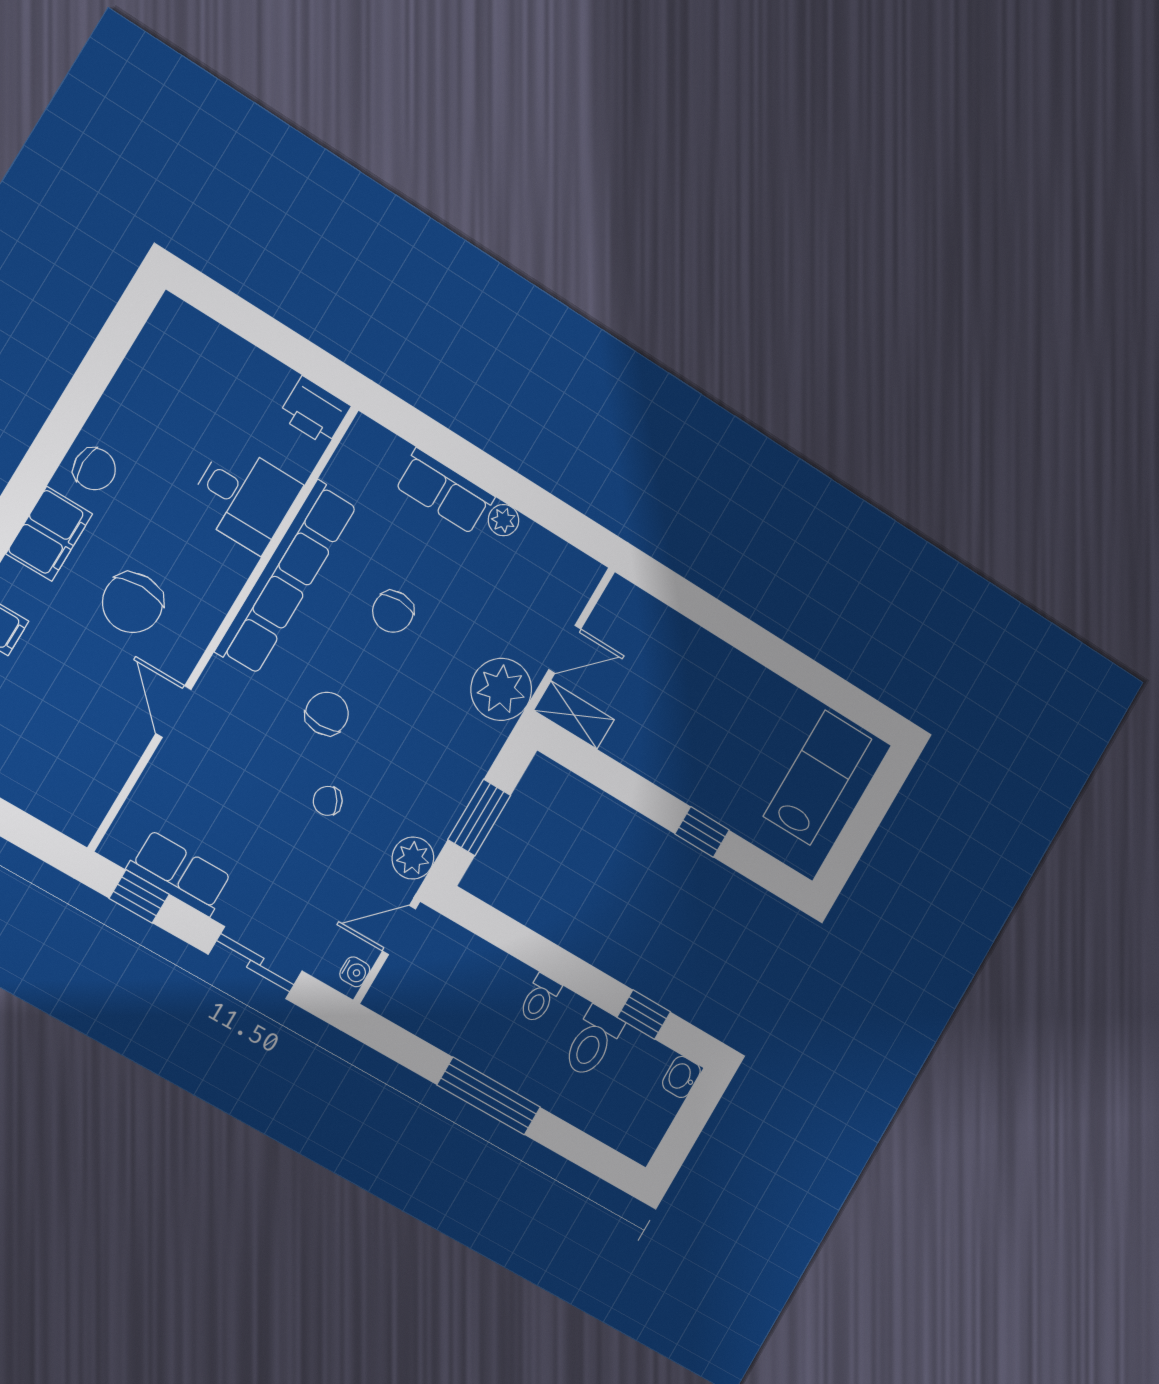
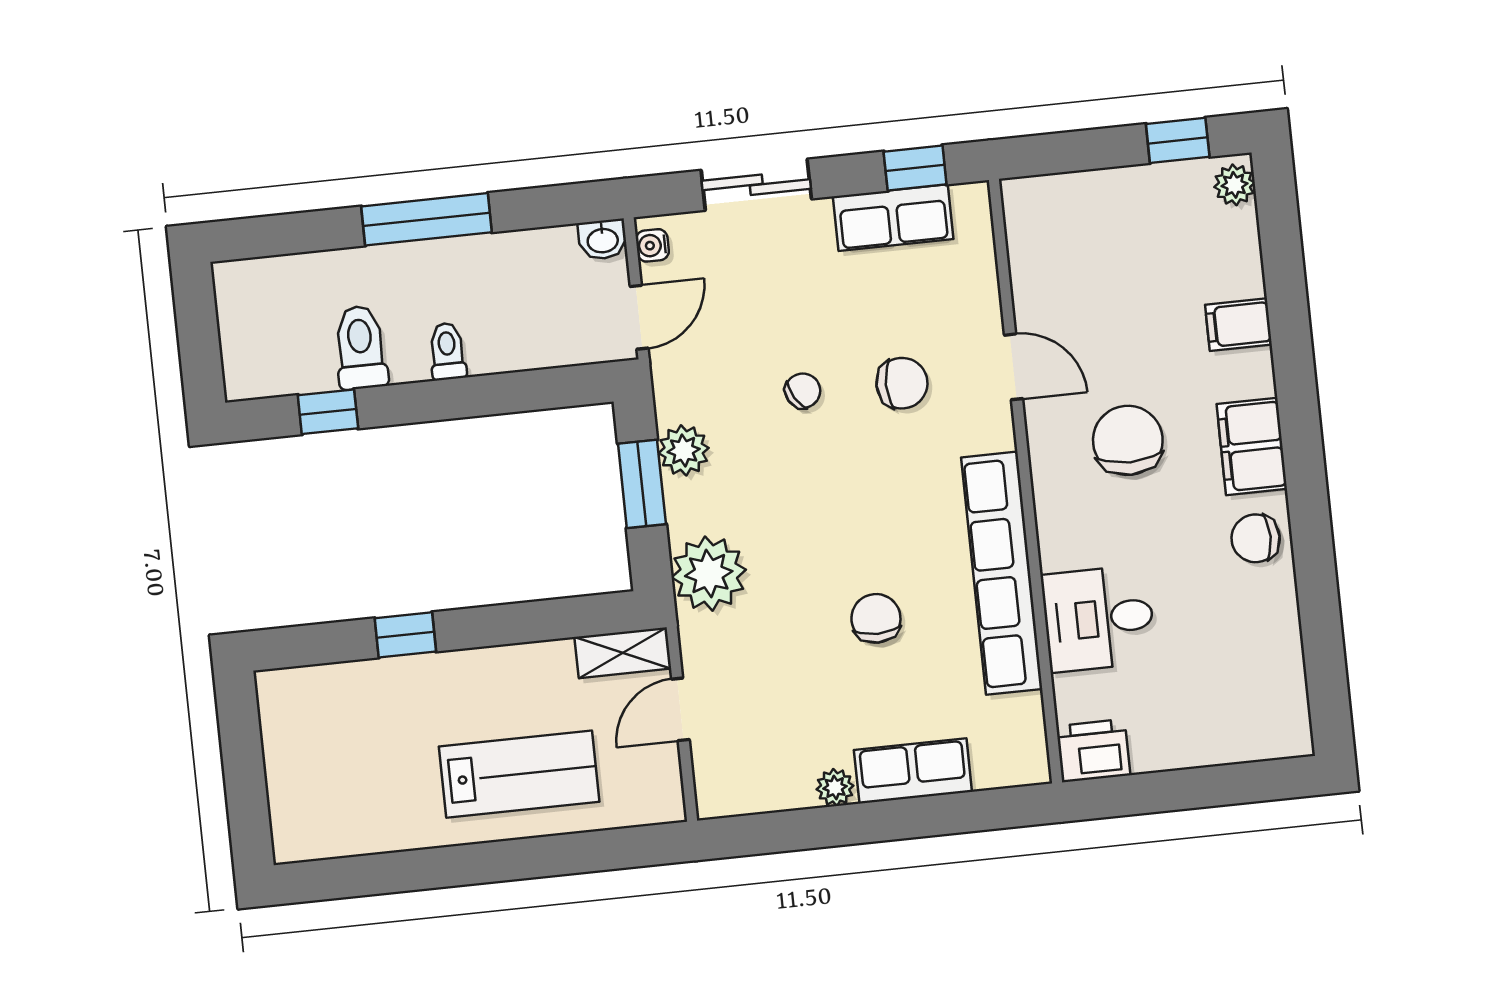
plant: (501, 689) -> (709, 574), moved
chair: (327, 714) -> (902, 383), moved, turned -90
lab bench: (818, 778) -> (519, 774), moved, turned -90
plant: (413, 858) -> (684, 450), moved
washbasin: (681, 1077) -> (603, 240), moved, turned 90

